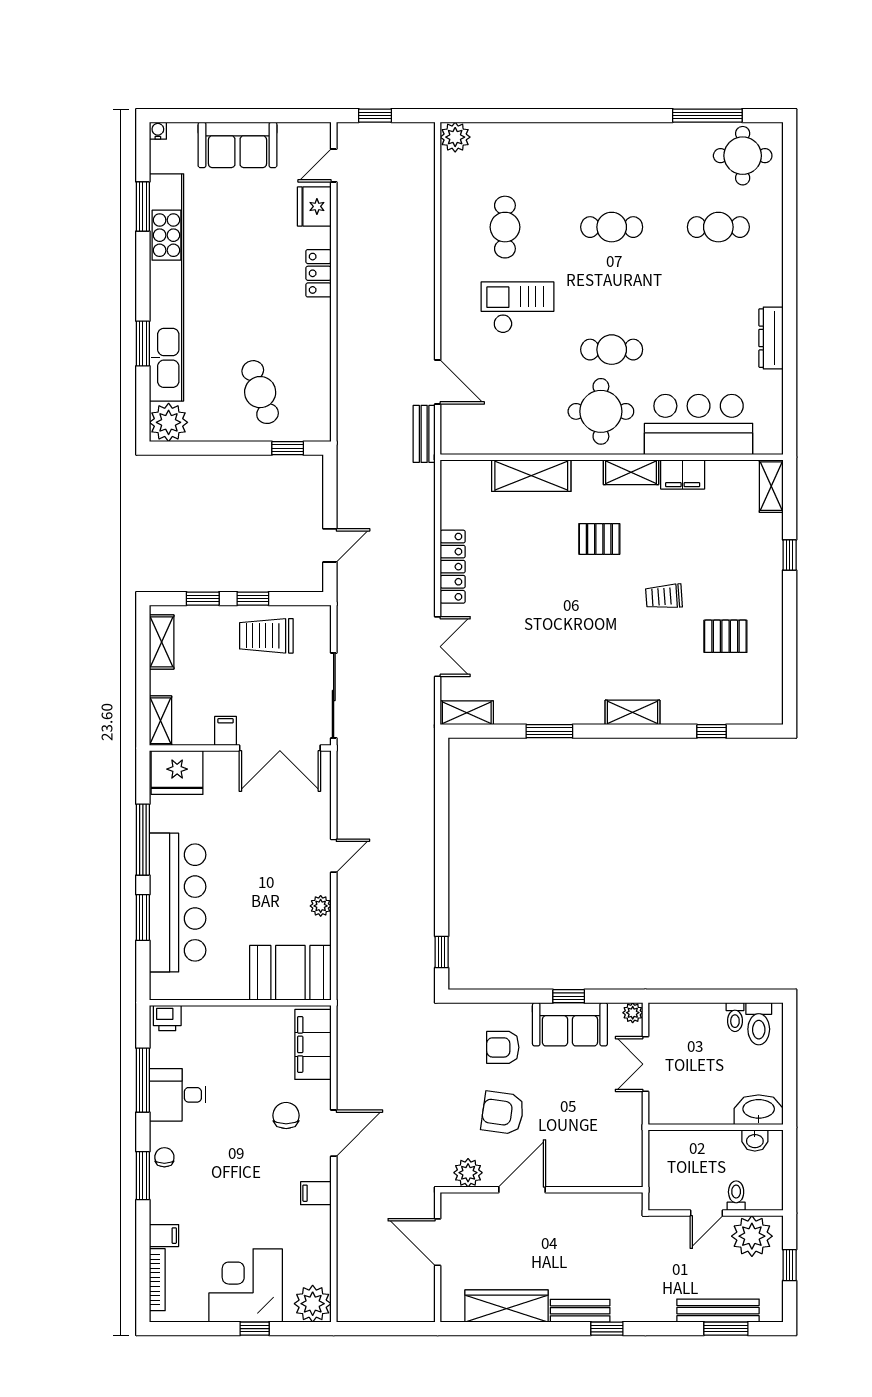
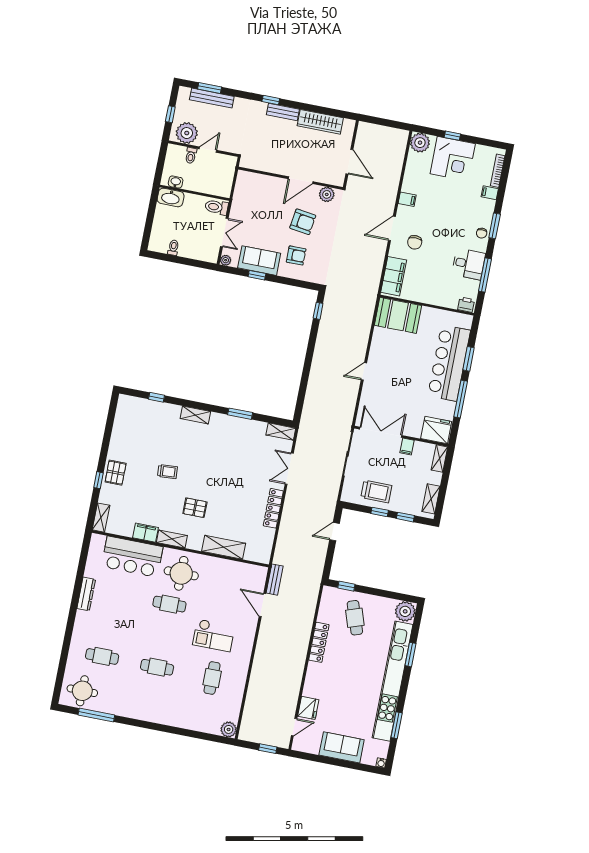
locker: (318, 273) -> (319, 642), moved, width x1.53
pallet: (725, 636) -> (116, 473), moved, turned 90
plant: (321, 906) -> (376, 347), removed
toilet: (759, 1024) -> (217, 207), moved, turned -90

